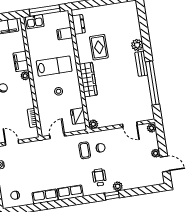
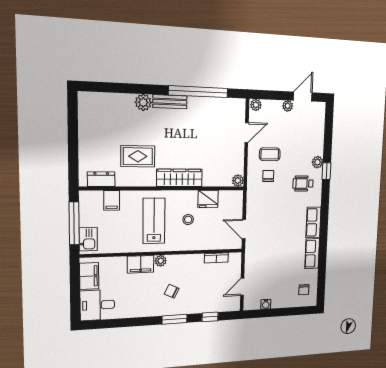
fridge: (78, 116) -> (208, 199), moved
coffee table: (85, 150) -> (270, 154), moved

